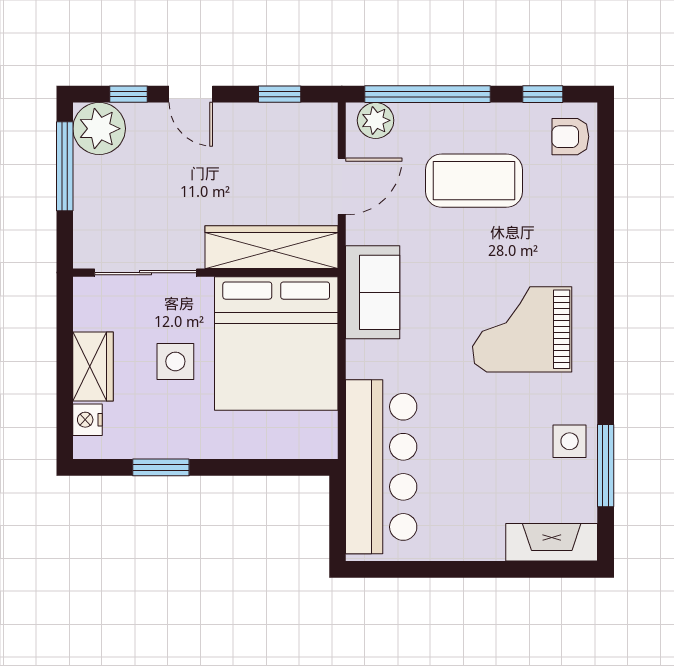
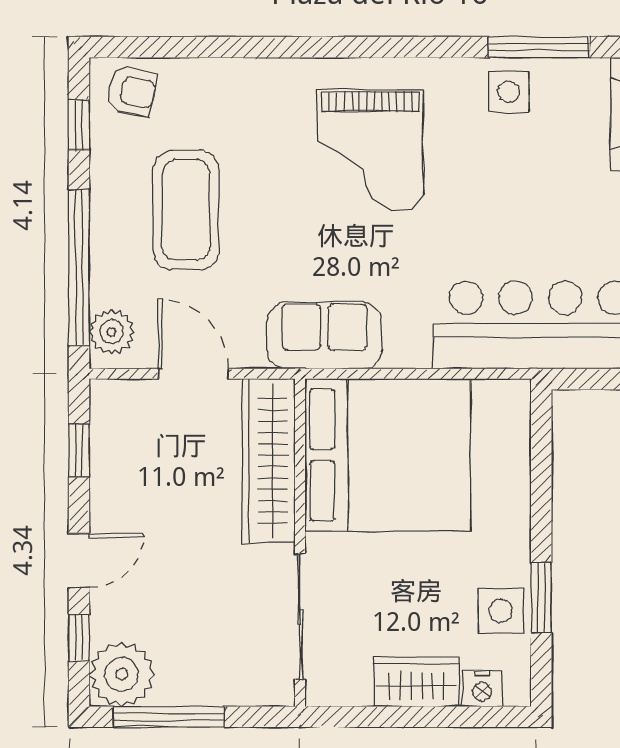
armchair: (570, 137) -> (132, 91), turned -78
side table: (175, 361) -> (500, 611), moved

